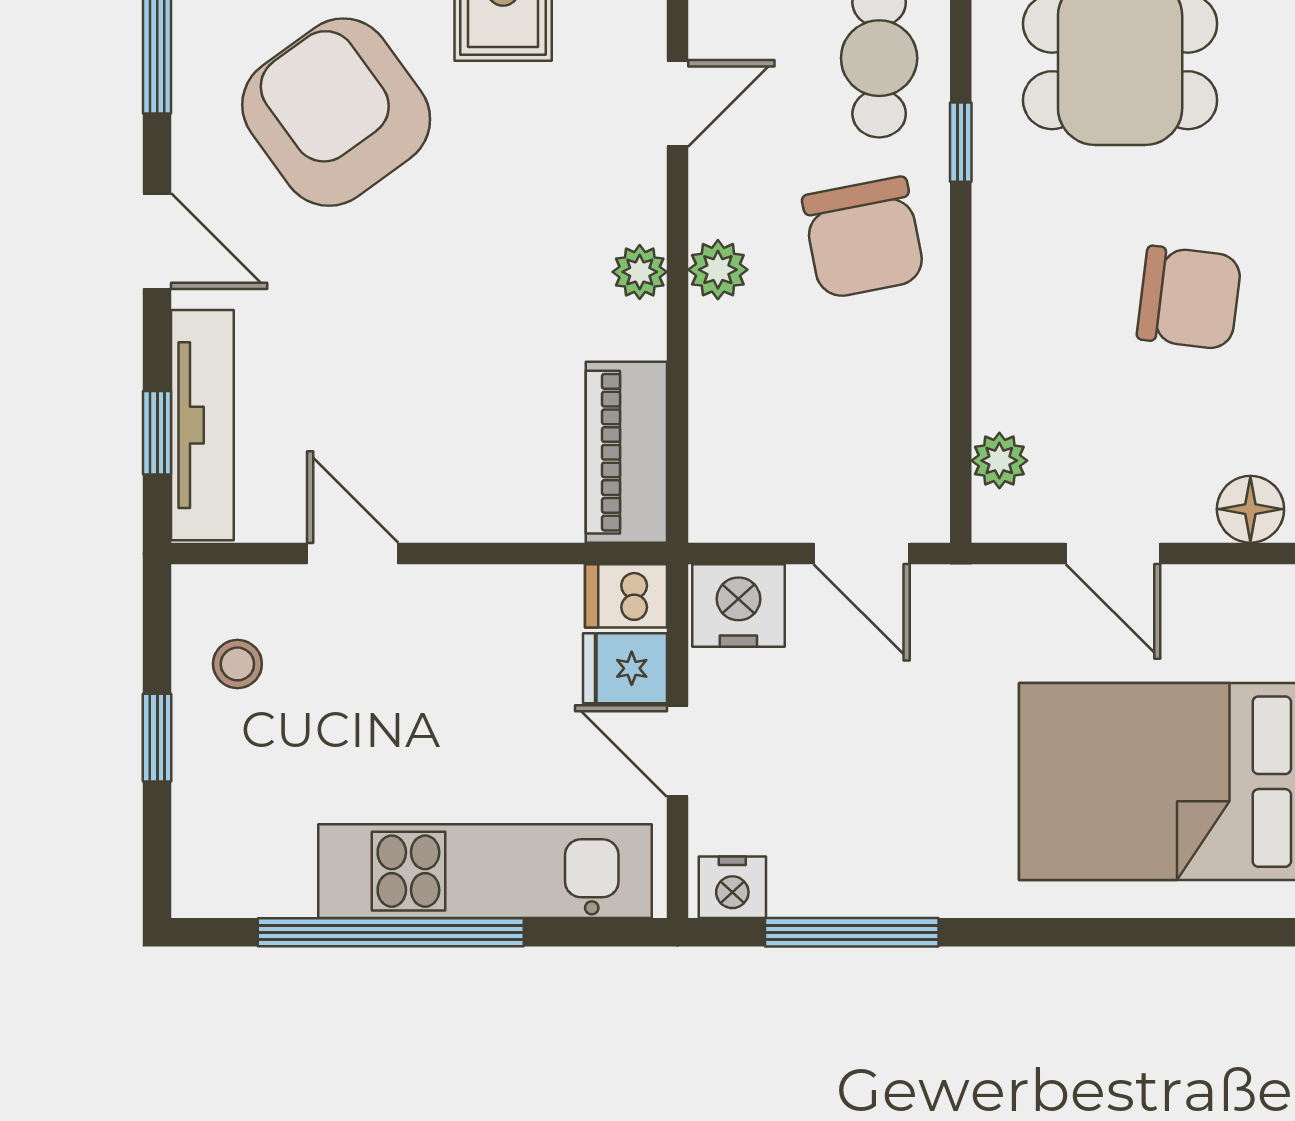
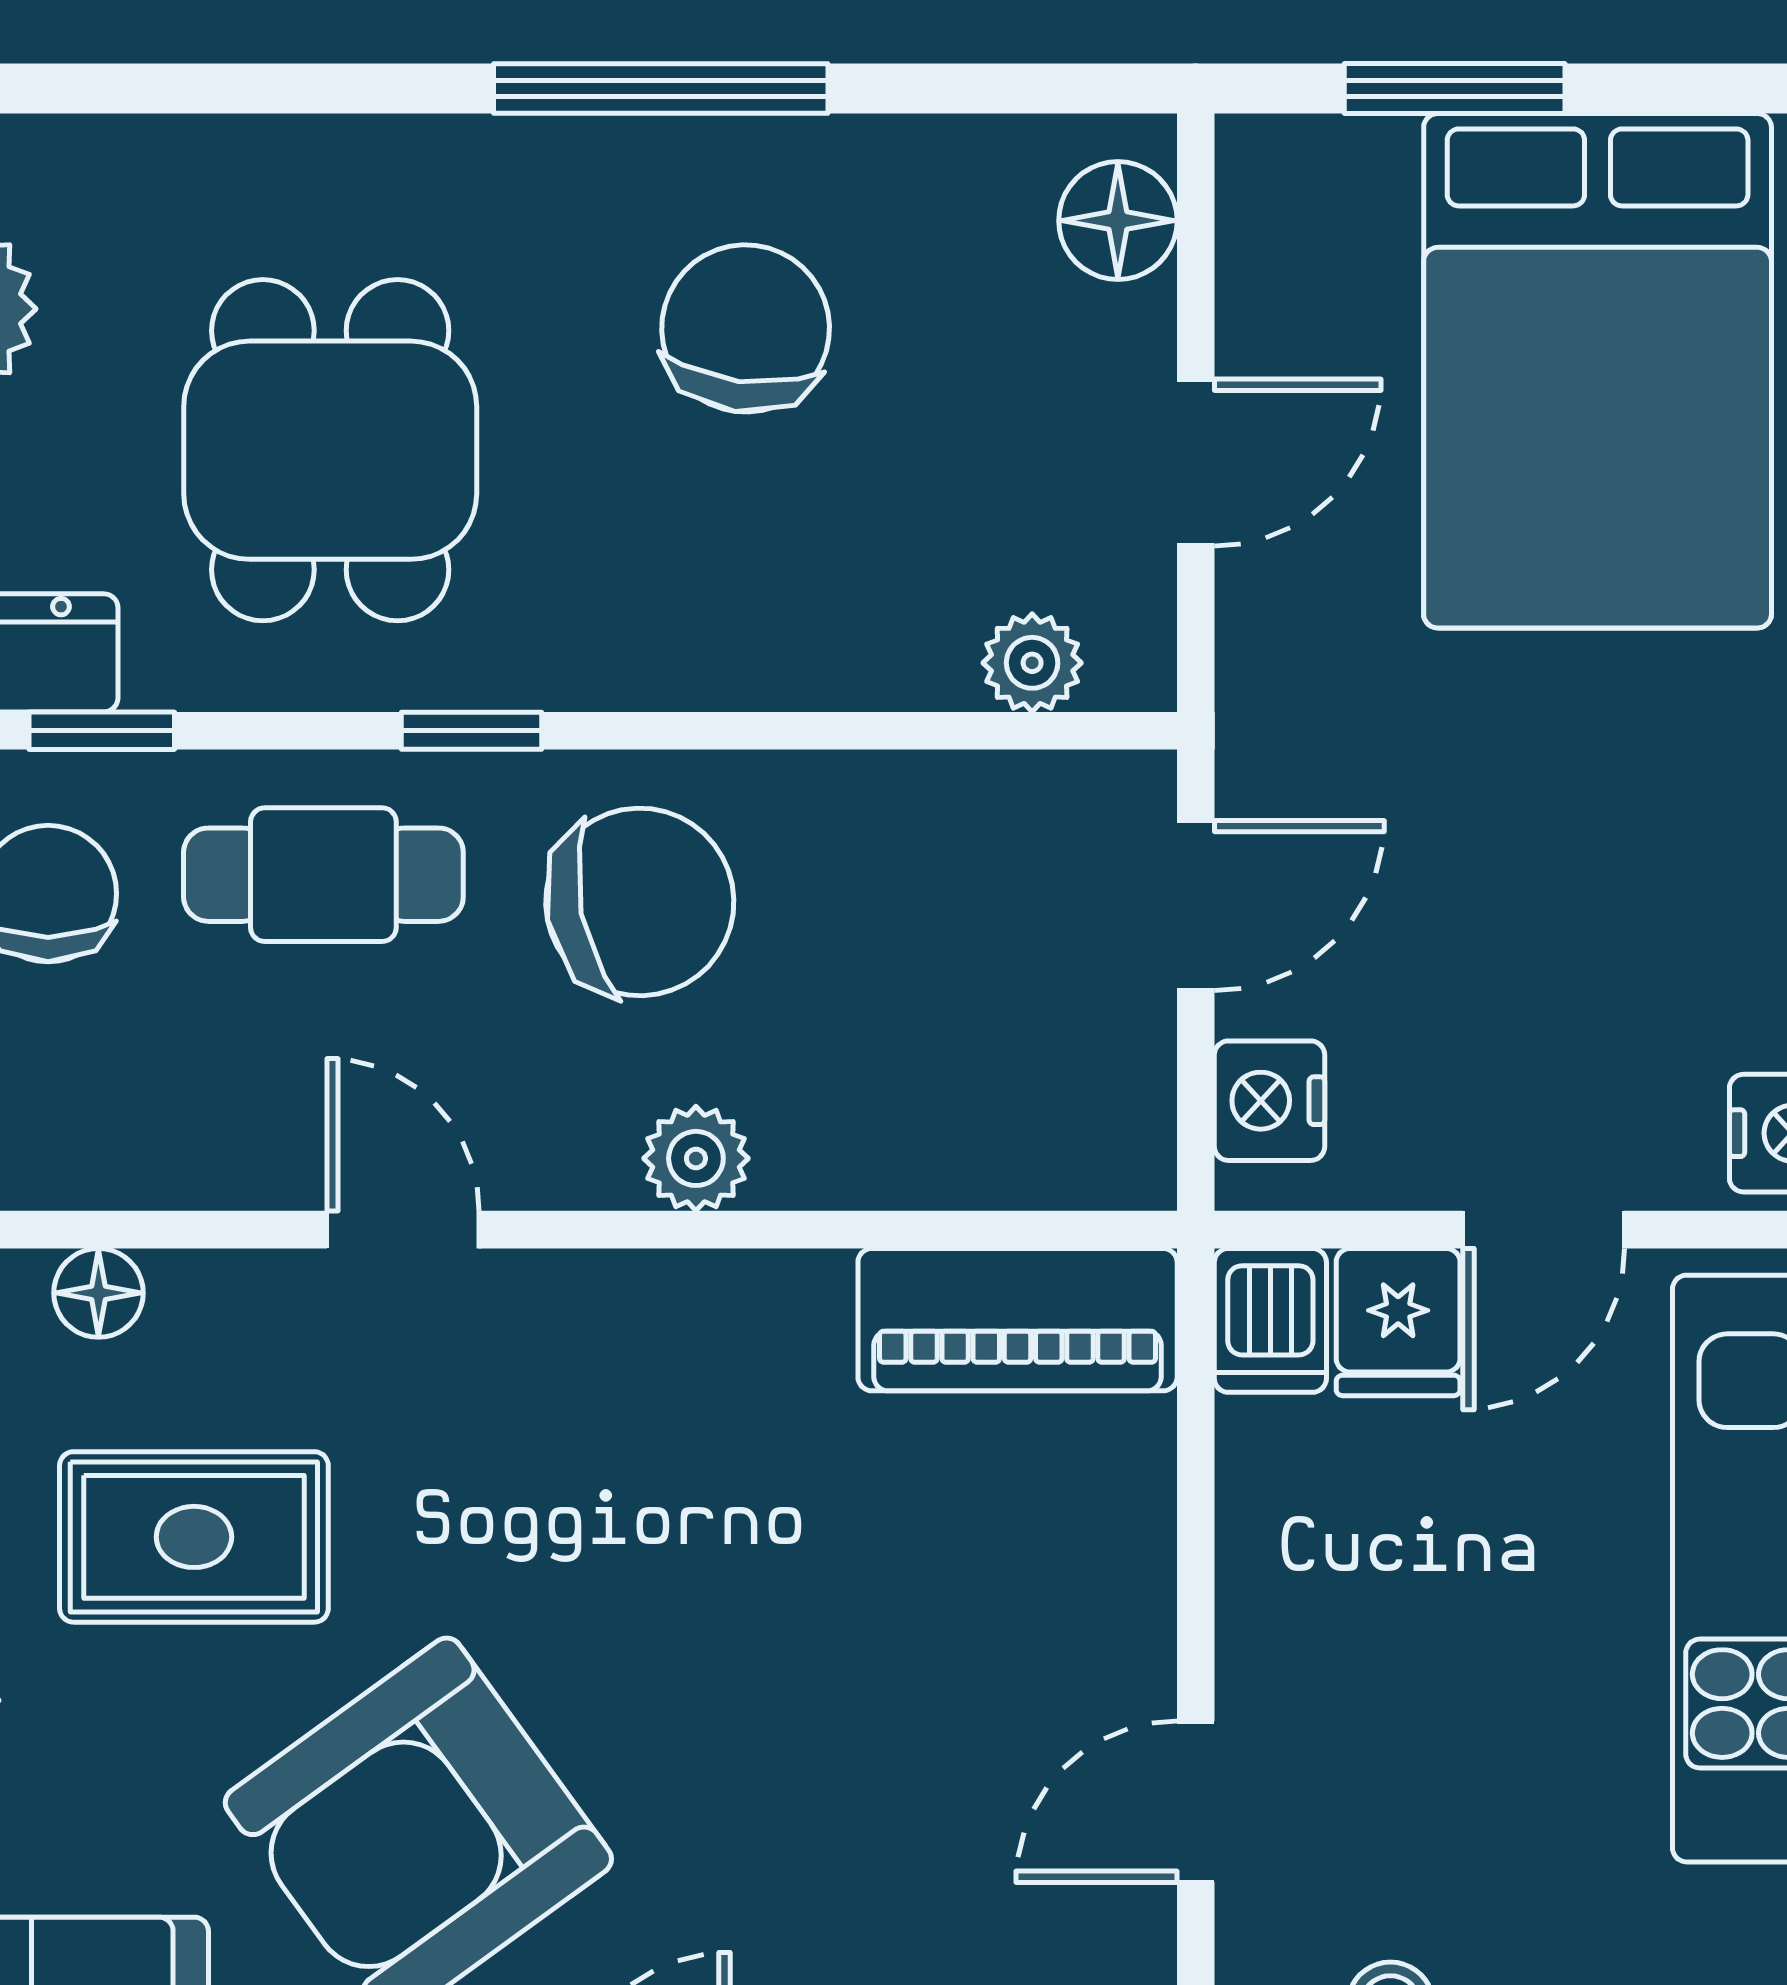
plant: (640, 272) -> (700, 1296), removed
nightstand: (738, 606) -> (1270, 1101), width x0.74, depth x0.75

